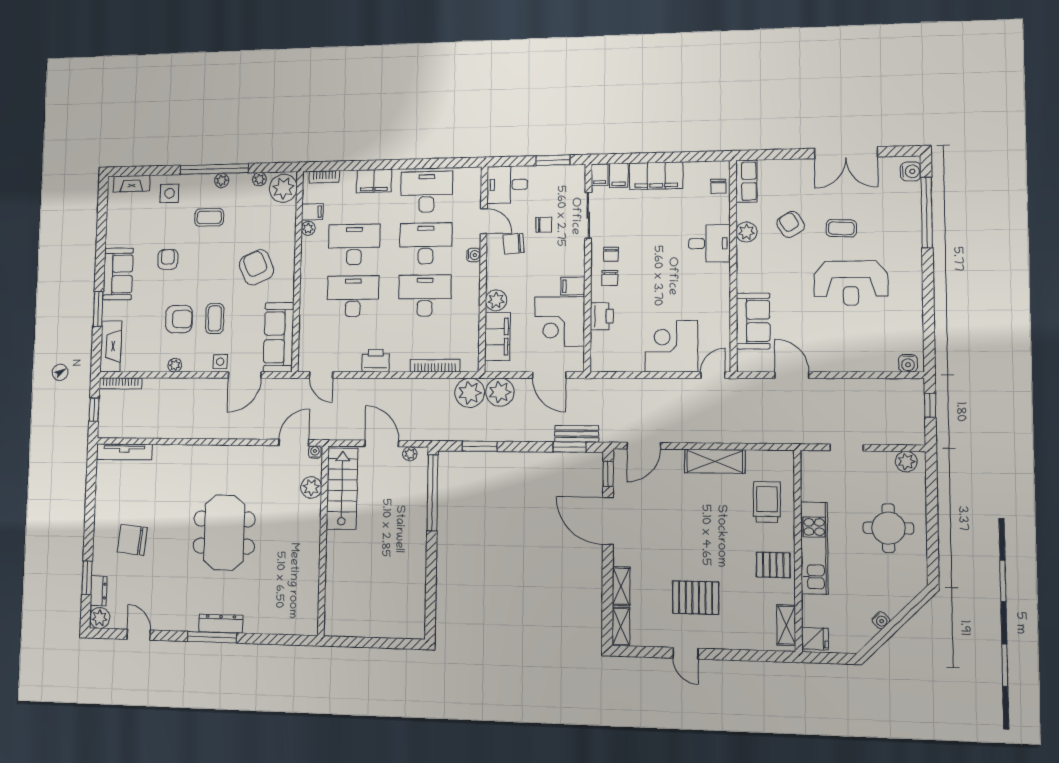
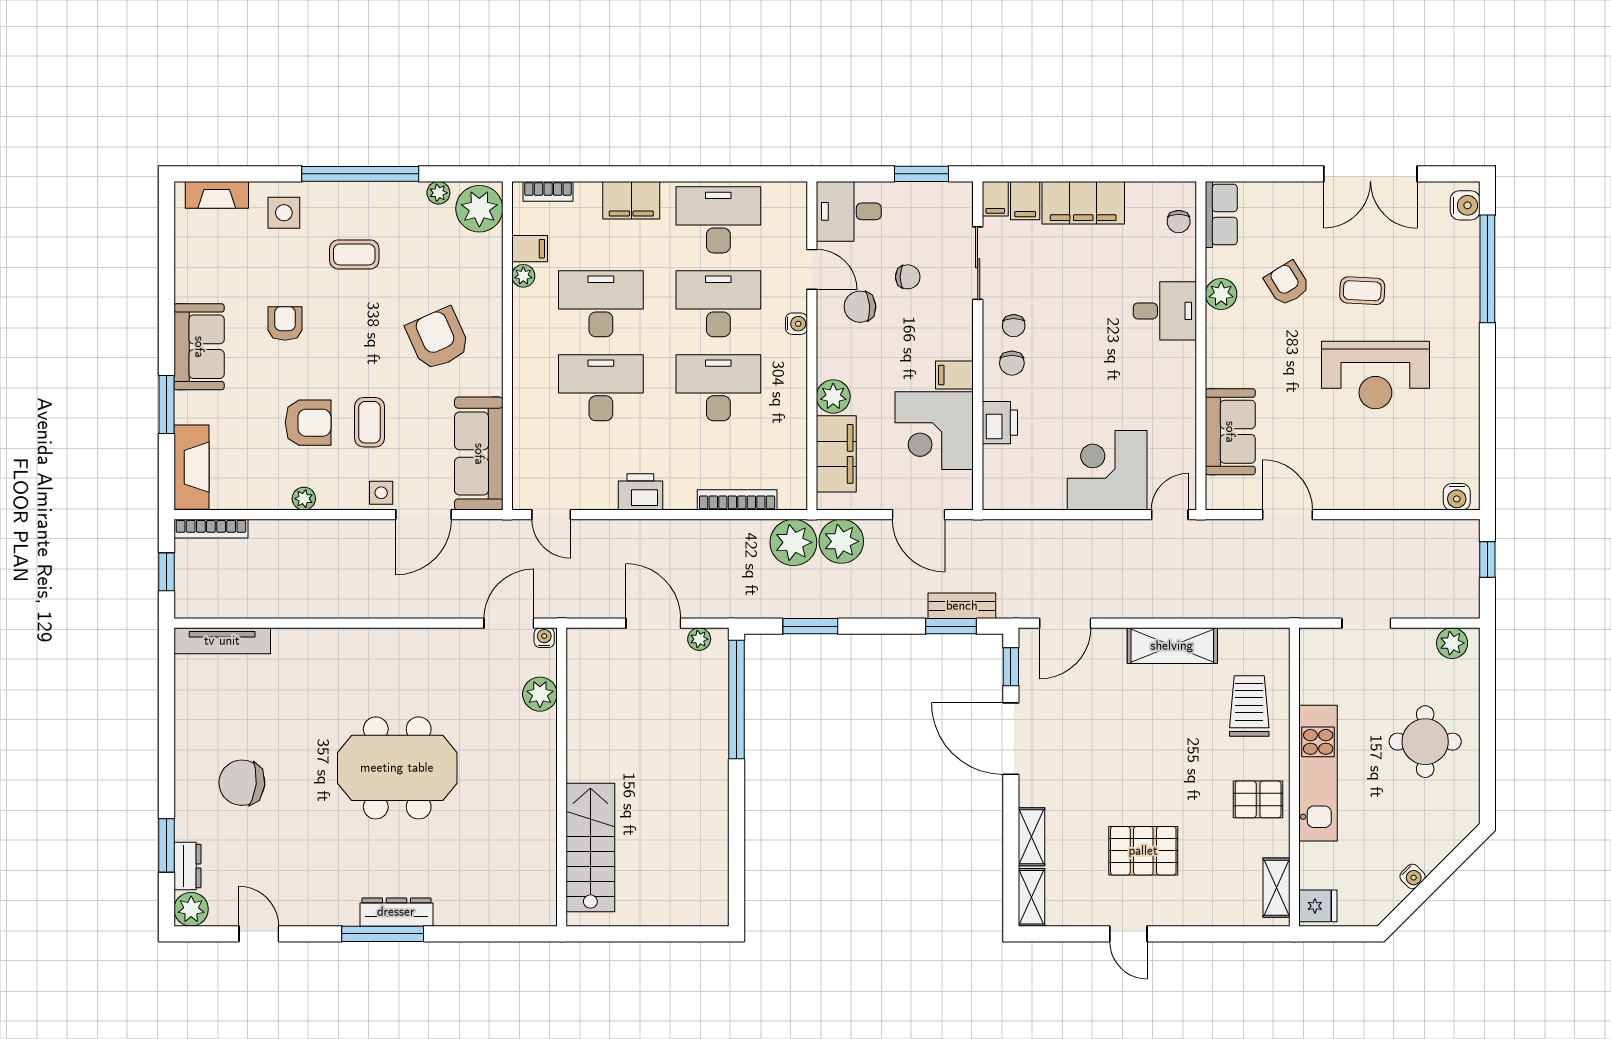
plant: (222, 180) -> (373, 193), removed
stairs: (342, 489) -> (590, 847), moved
meeting table: (224, 532) -> (397, 768), turned 90

